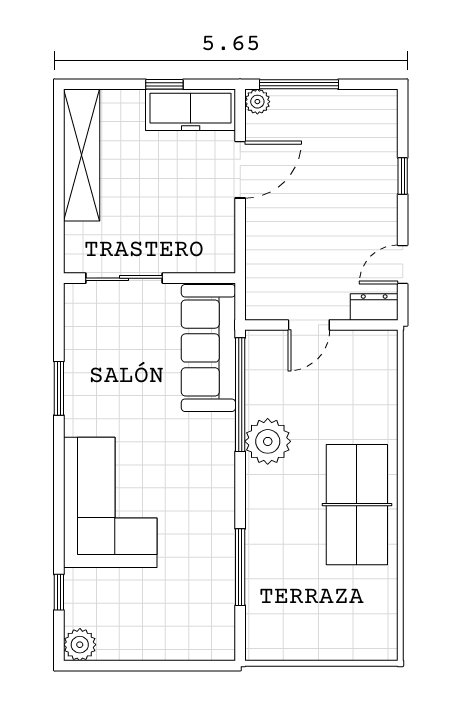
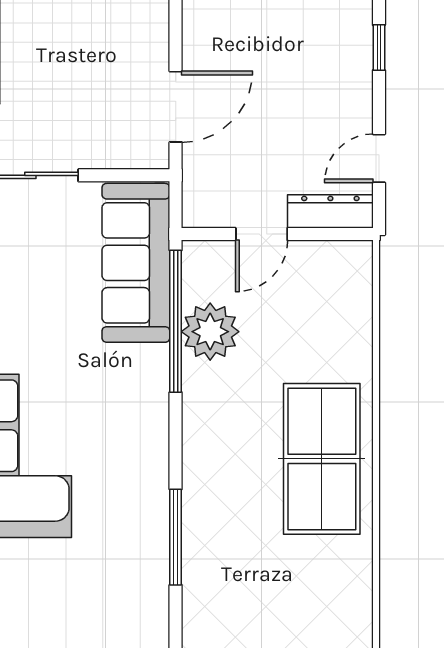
door: (240, 170) -> (176, 107), moved
dresser: (374, 307) -> (330, 211), width x1.44
plant: (268, 441) -> (210, 332), moved

